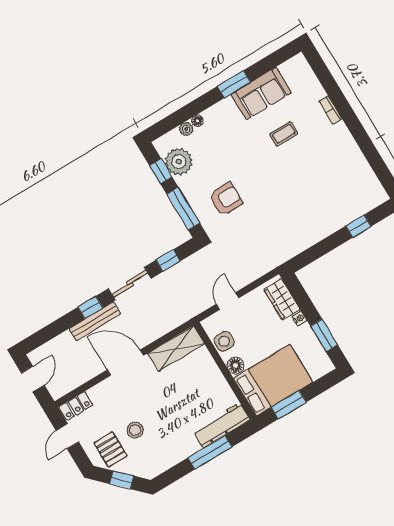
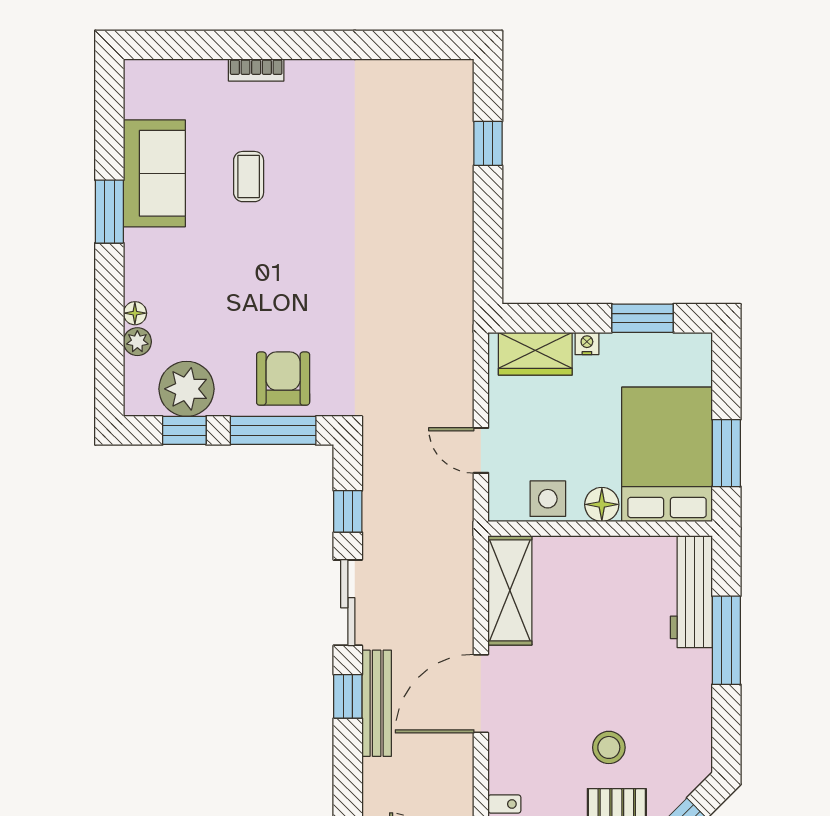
armchair: (226, 199) -> (283, 379), moved

